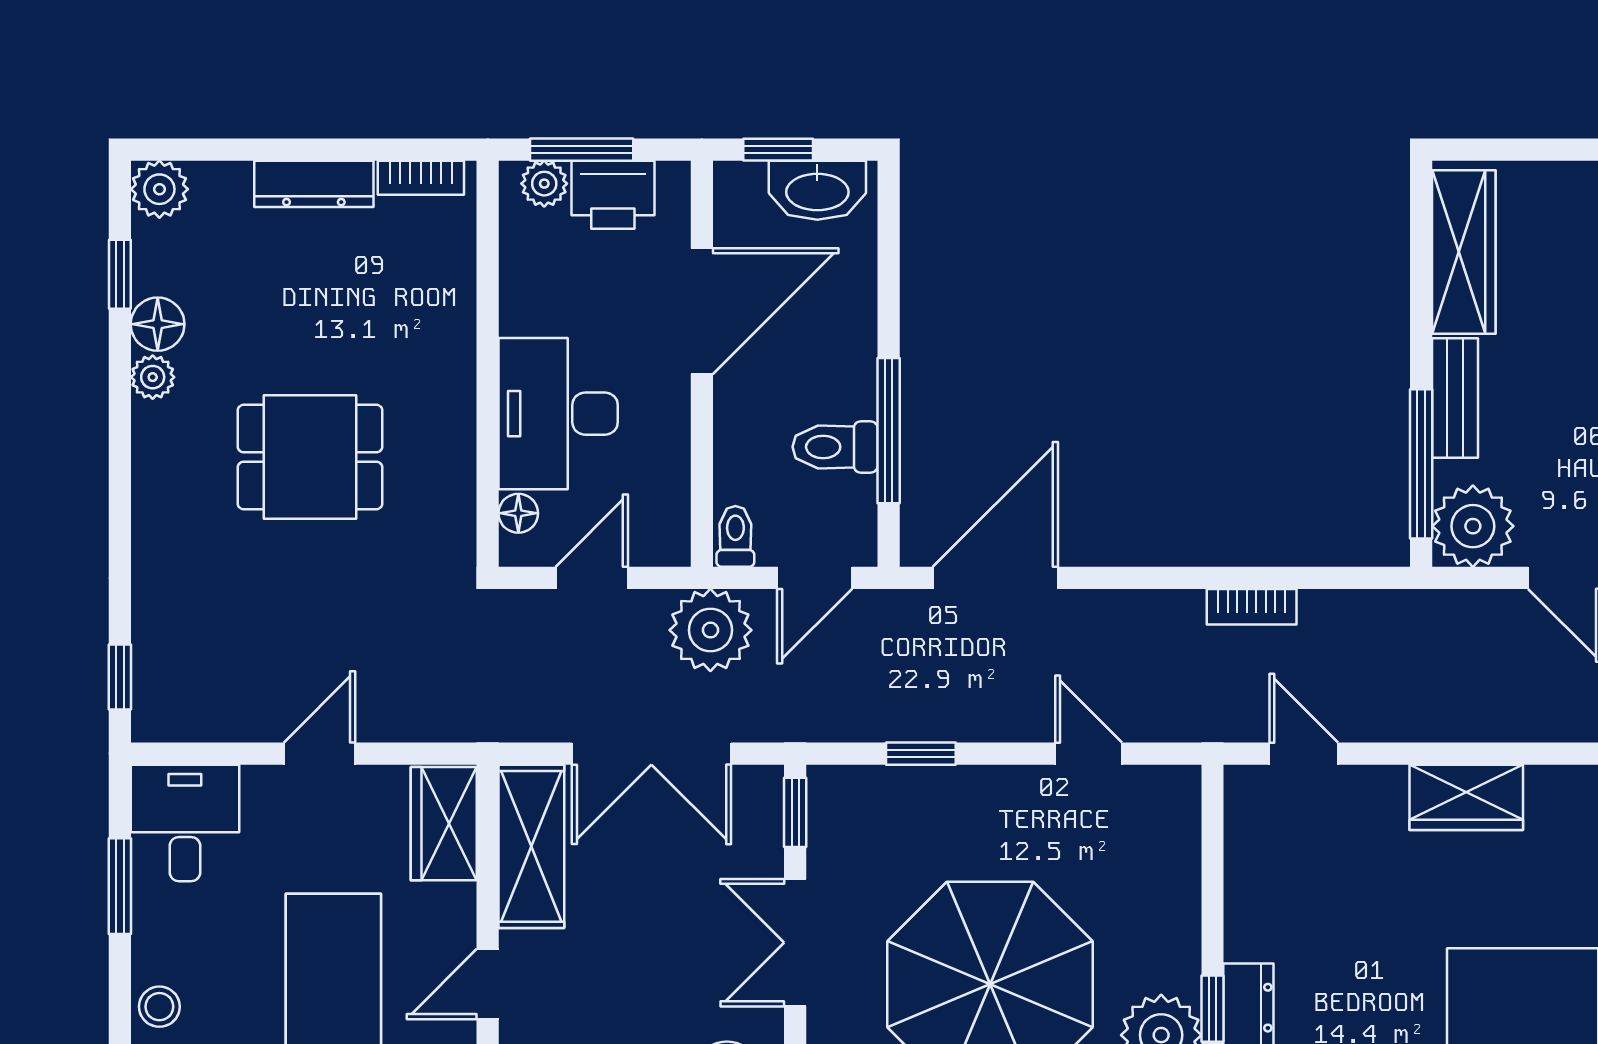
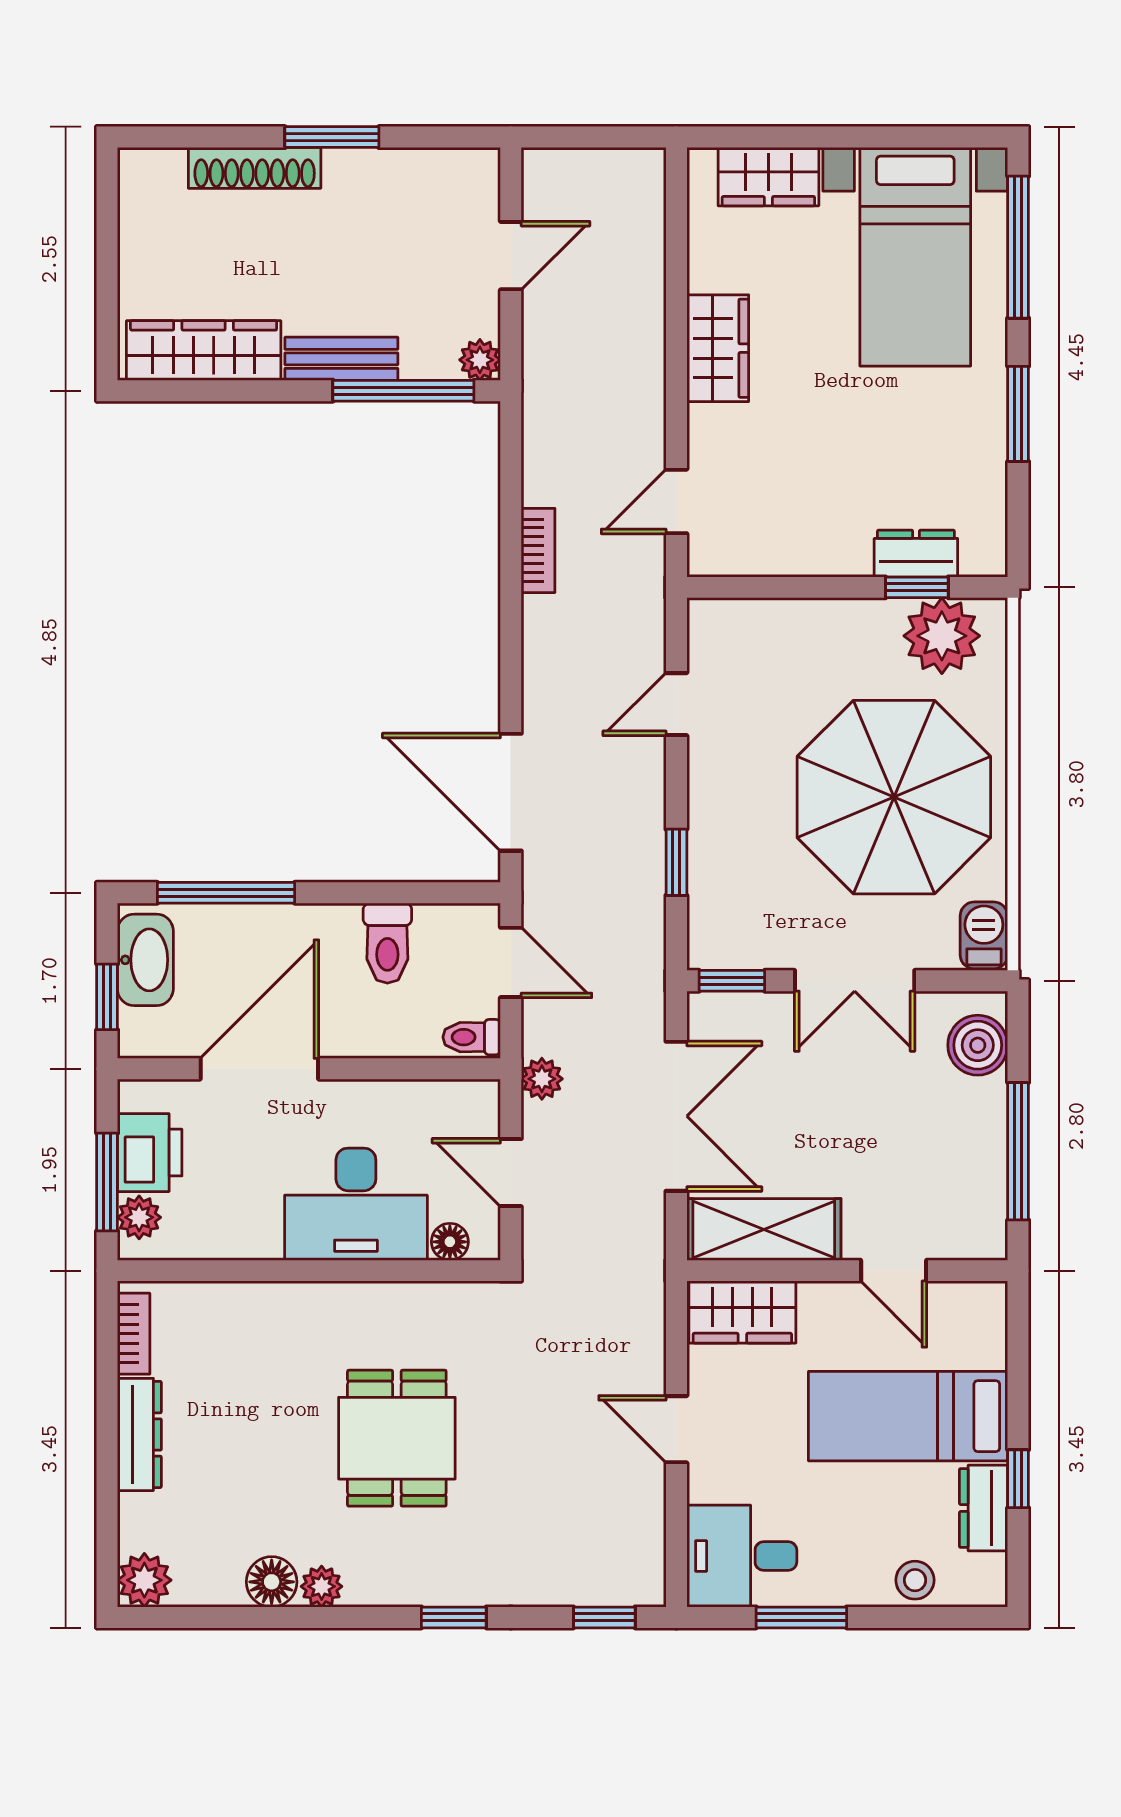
window: (120, 274) -> (454, 1617), moved
door: (702, 311) -> (259, 1069), hinge flipped
window: (889, 431) -> (226, 893), moved
plant: (1473, 526) -> (480, 360), width x0.53, depth x0.53
plant: (710, 630) -> (542, 1079), width x0.53, depth x0.53

